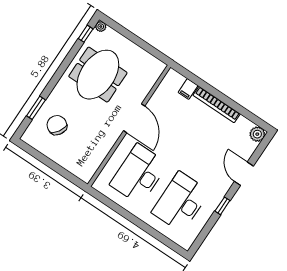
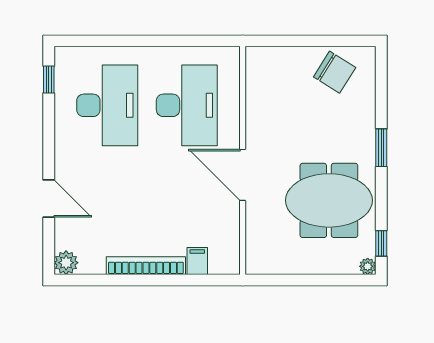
meeting table: (98, 75) -> (329, 200), turned 90
window: (36, 108) -> (381, 148), moved
chair: (57, 125) -> (335, 72), moved
window: (222, 206) -> (49, 80), moved

